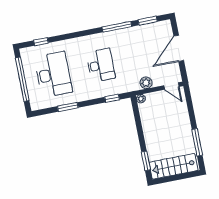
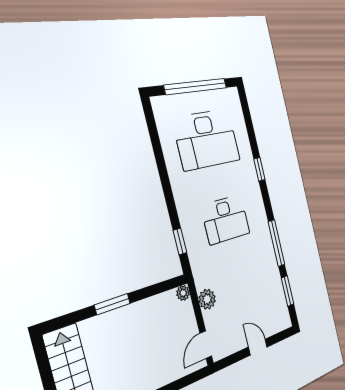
window: (41, 42) -> (259, 169), moved
door: (179, 48) -> (258, 347), width x0.53
window: (68, 107) -> (161, 162), removed
window: (146, 161) -> (112, 304), moved

